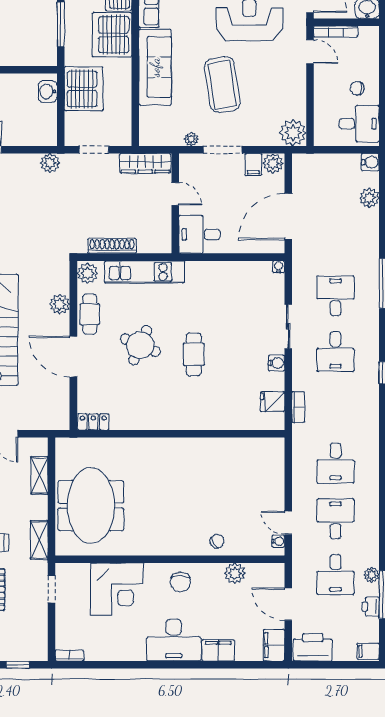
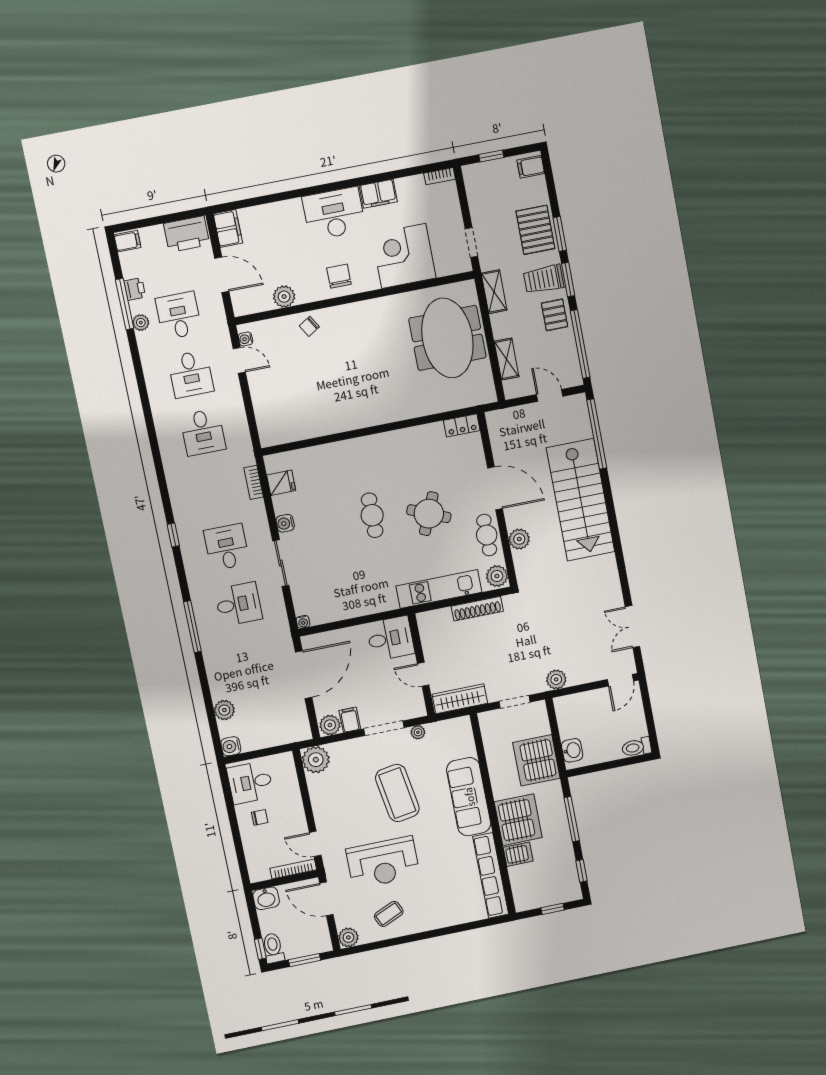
desk: (335, 296) -> (238, 604), turned -90
desk: (335, 463) -> (203, 432), turned 180
filing cabinet: (218, 650) -> (378, 194), moved

